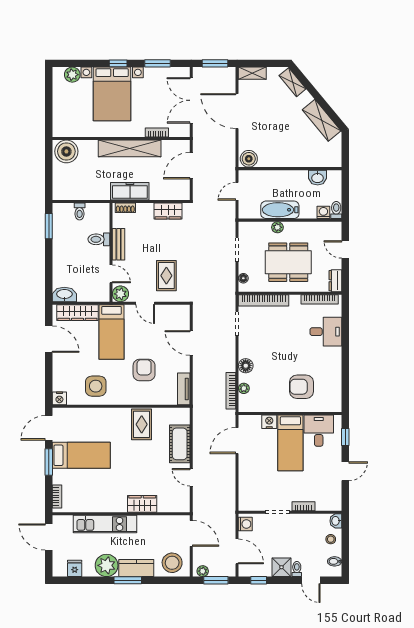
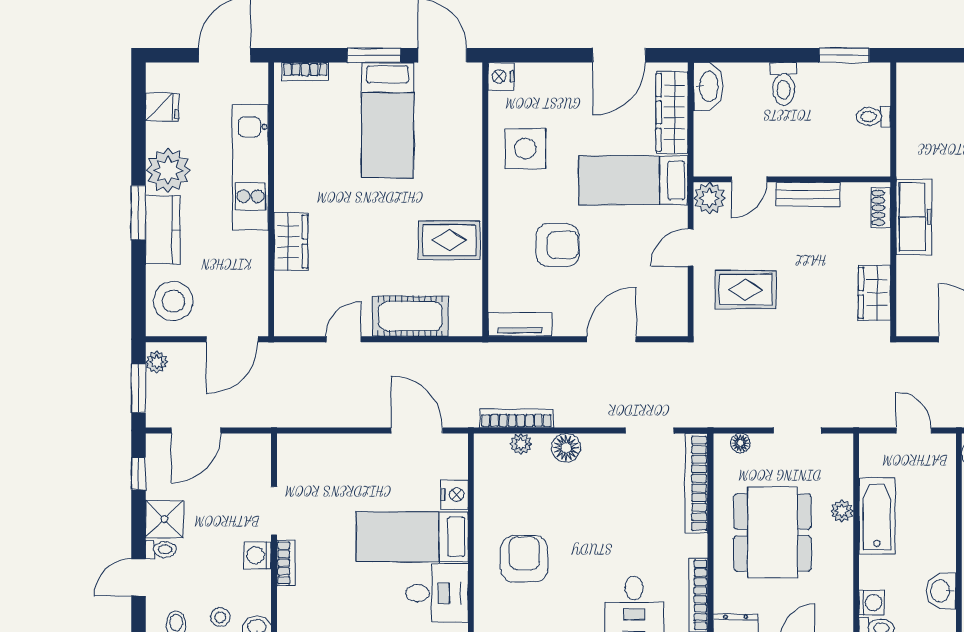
toilet: (99, 239) -> (784, 84), moved, turned 180
washing machine: (245, 524) -> (258, 555), moved, turned 90

